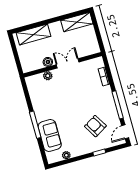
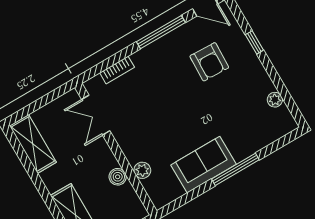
double door: (68, 63) -> (96, 115), moved
armchair: (95, 126) -> (209, 62), turned -57
sofa: (50, 135) -> (203, 165), moved

